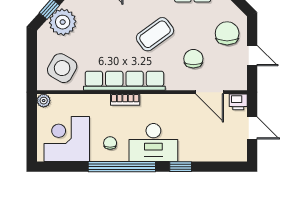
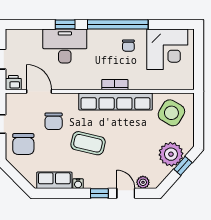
coffee table: (155, 34) -> (88, 143), turned 49
plant: (44, 101) -> (188, 84), removed
desk: (153, 142) -> (65, 46), moved

